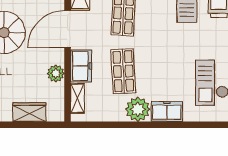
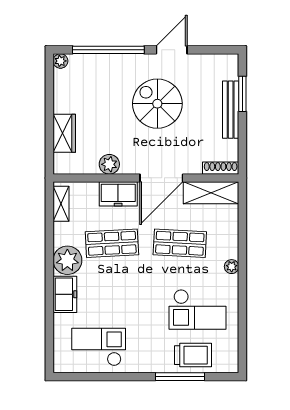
door: (67, 29) -> (161, 178), swing flipped
shelving: (77, 98) -> (61, 204), moved, turned 90

